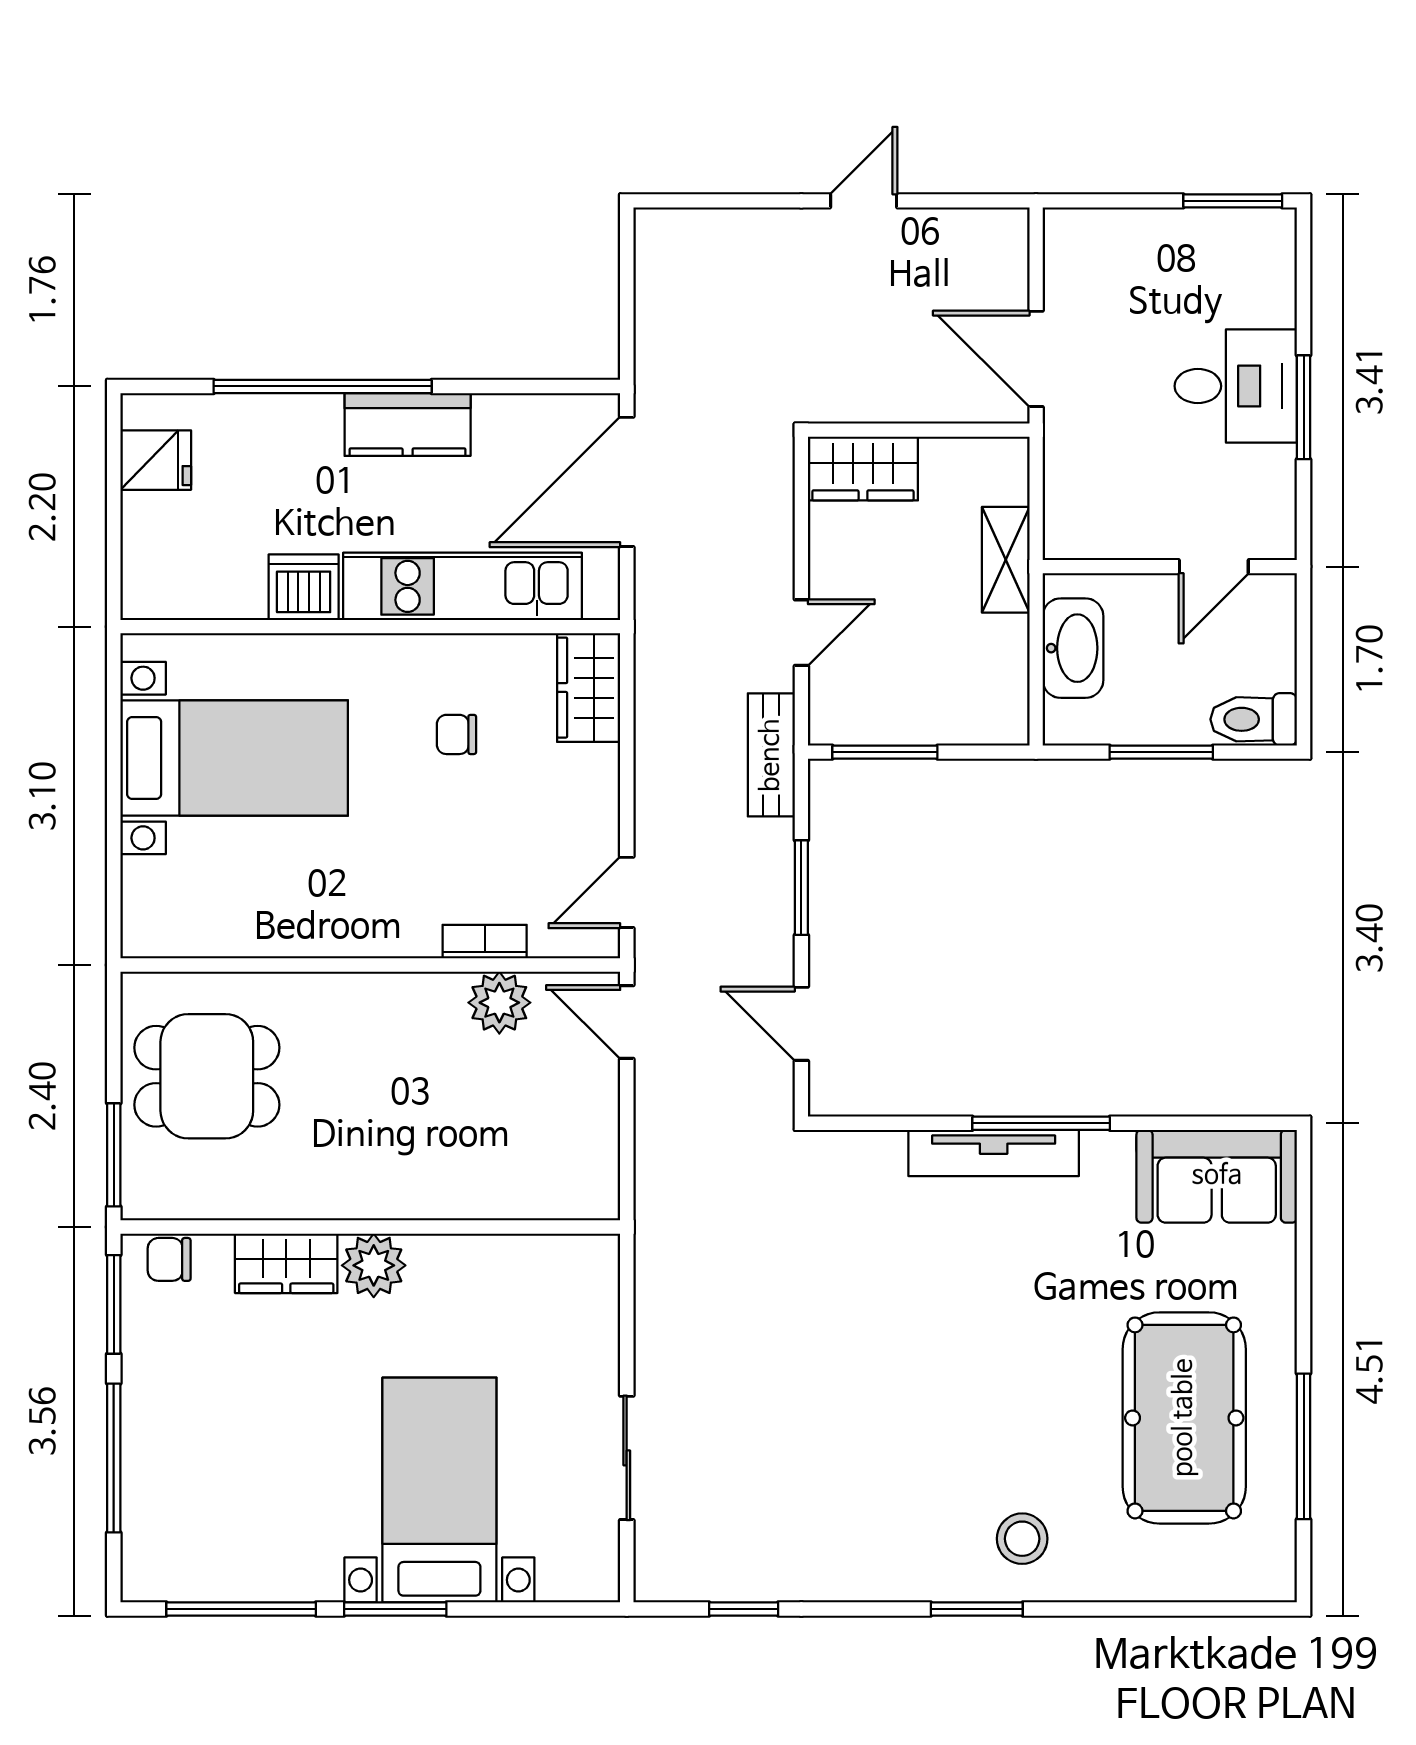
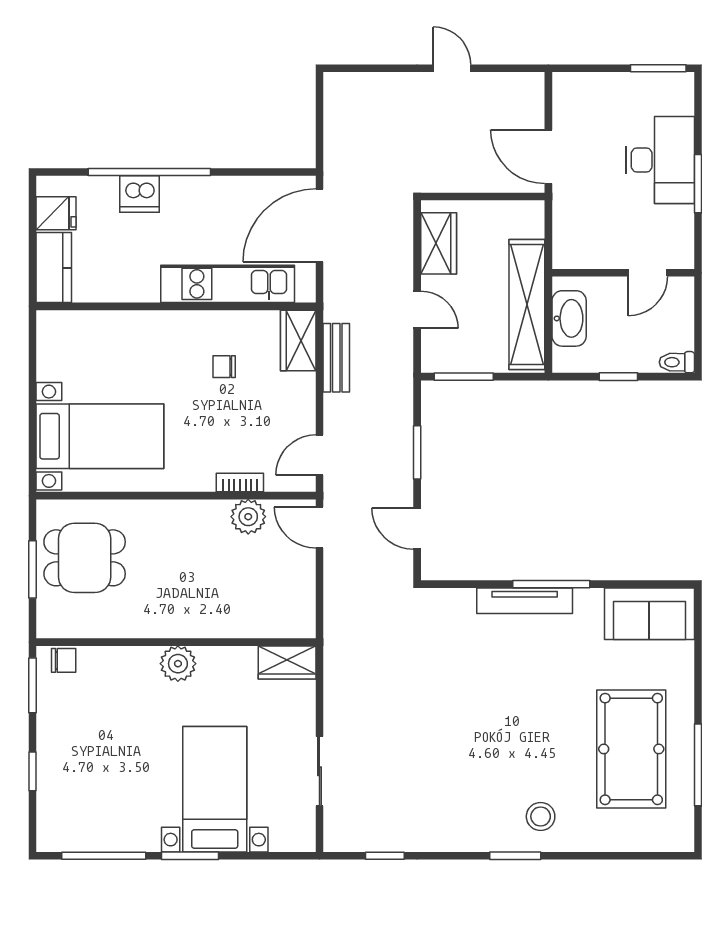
door: (864, 201) -> (452, 68), hinge flipped
desk: (1236, 386) -> (660, 160), width x1.37
kitchen counter: (408, 425) -> (54, 268), moved, turned -90
wardrobe: (863, 469) -> (439, 243), moved, turned -90
shelving: (1006, 560) -> (527, 305), width x2.20, depth x1.33
dishwasher: (304, 587) -> (140, 194), moved, turned 180
door: (801, 633) -> (417, 310), hinge flipped
toilet: (1254, 719) -> (677, 362), width x0.73, depth x0.72
window: (1161, 752) -> (618, 377), width x0.67
bench: (771, 755) -> (336, 358), moved
bed with nightstands: (234, 758) -> (100, 436), moved
window: (114, 1155) -> (33, 569), moved
chair: (169, 1259) -> (64, 660), turned 180
wardrobe: (286, 1263) -> (287, 662), moved
window: (114, 1458) -> (33, 771), width x0.46

